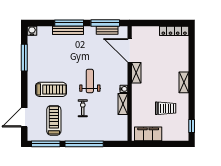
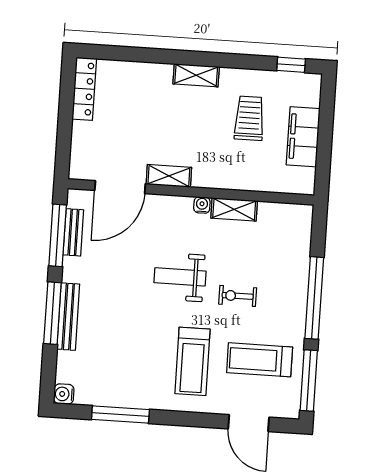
treadmill: (51, 89) -> (193, 361), turned 180
filing cabinet: (148, 134) -> (303, 137), moved

